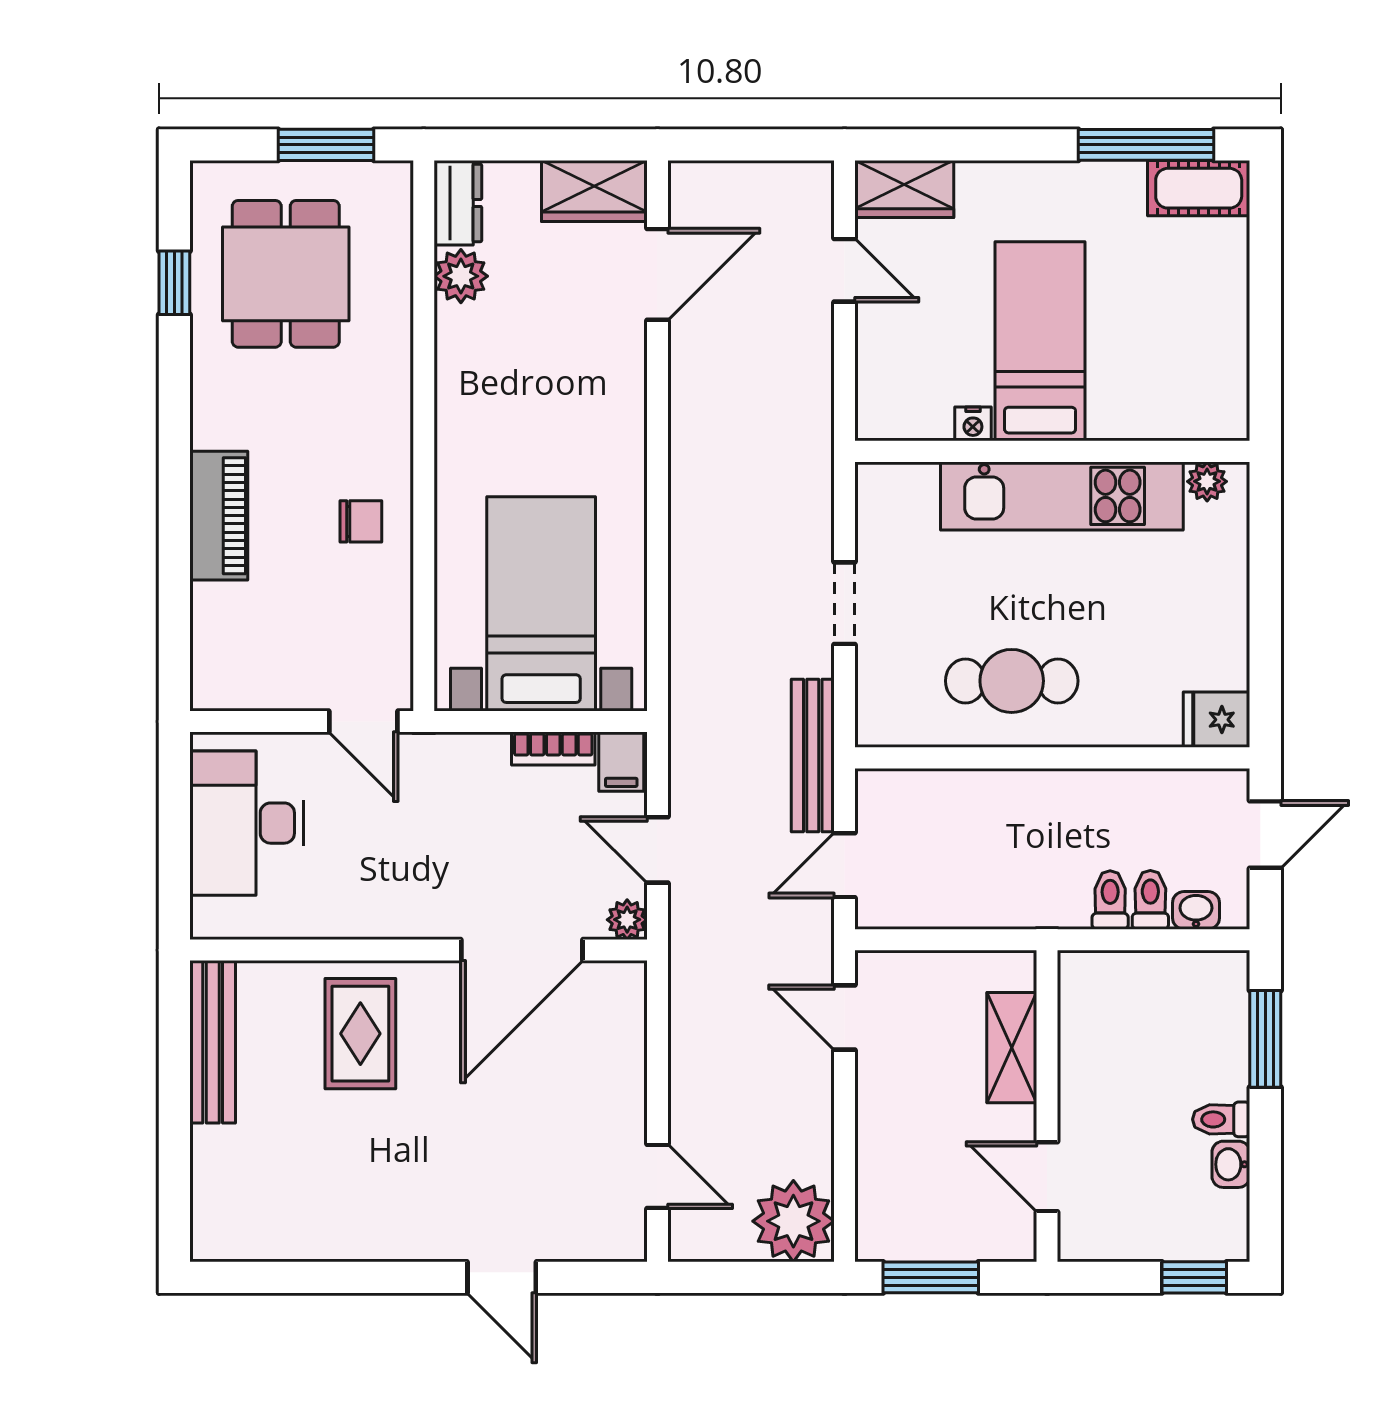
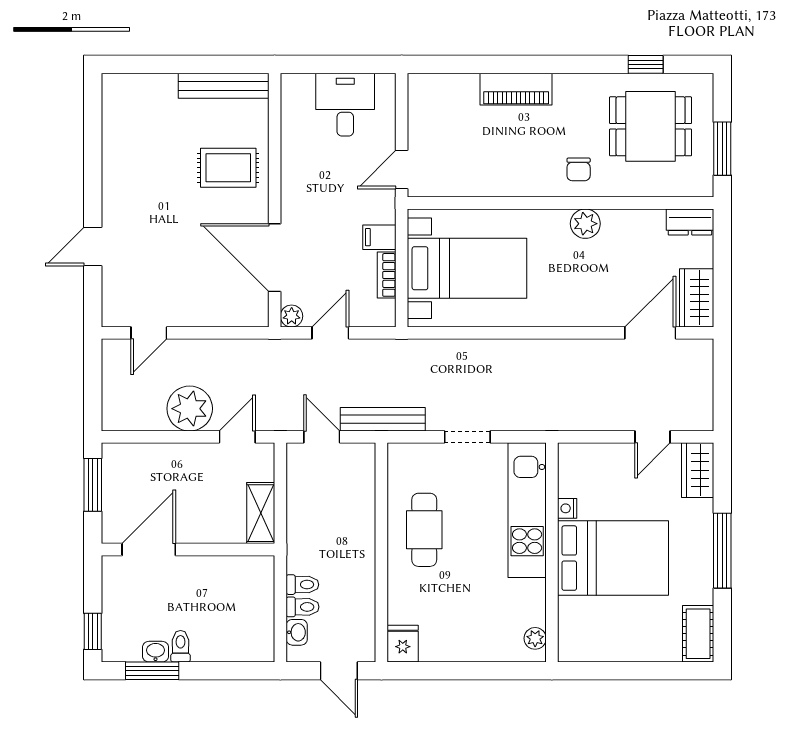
window: (1146, 145) -> (722, 551), moved
door: (657, 274) -> (650, 333), swing flipped
plant: (461, 276) -> (585, 224), moved
bed: (1040, 341) -> (613, 558), width x1.50
kitchen unit: (1062, 496) -> (527, 510), moved
chair: (361, 521) -> (579, 169), moved
filing cabinet: (621, 762) -> (379, 237), moved
desk: (247, 823) -> (345, 105), width x0.73
window: (1265, 1039) -> (152, 671), moved
shelving: (1012, 1048) -> (261, 513), moved, turned 90
door: (1047, 1177) -> (149, 550), width x1.38
plant: (793, 1221) -> (190, 409), moved

